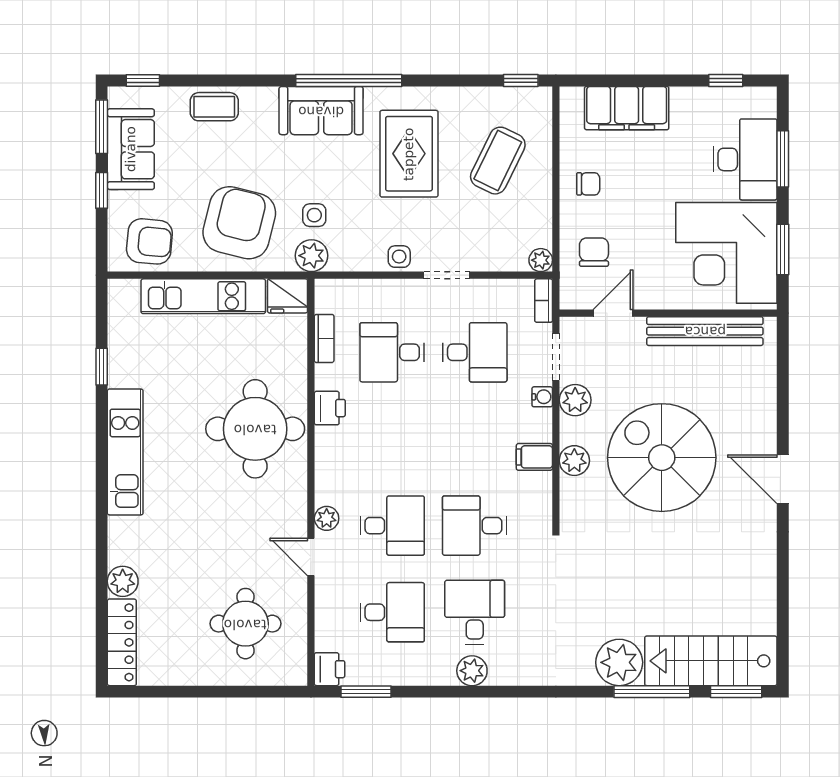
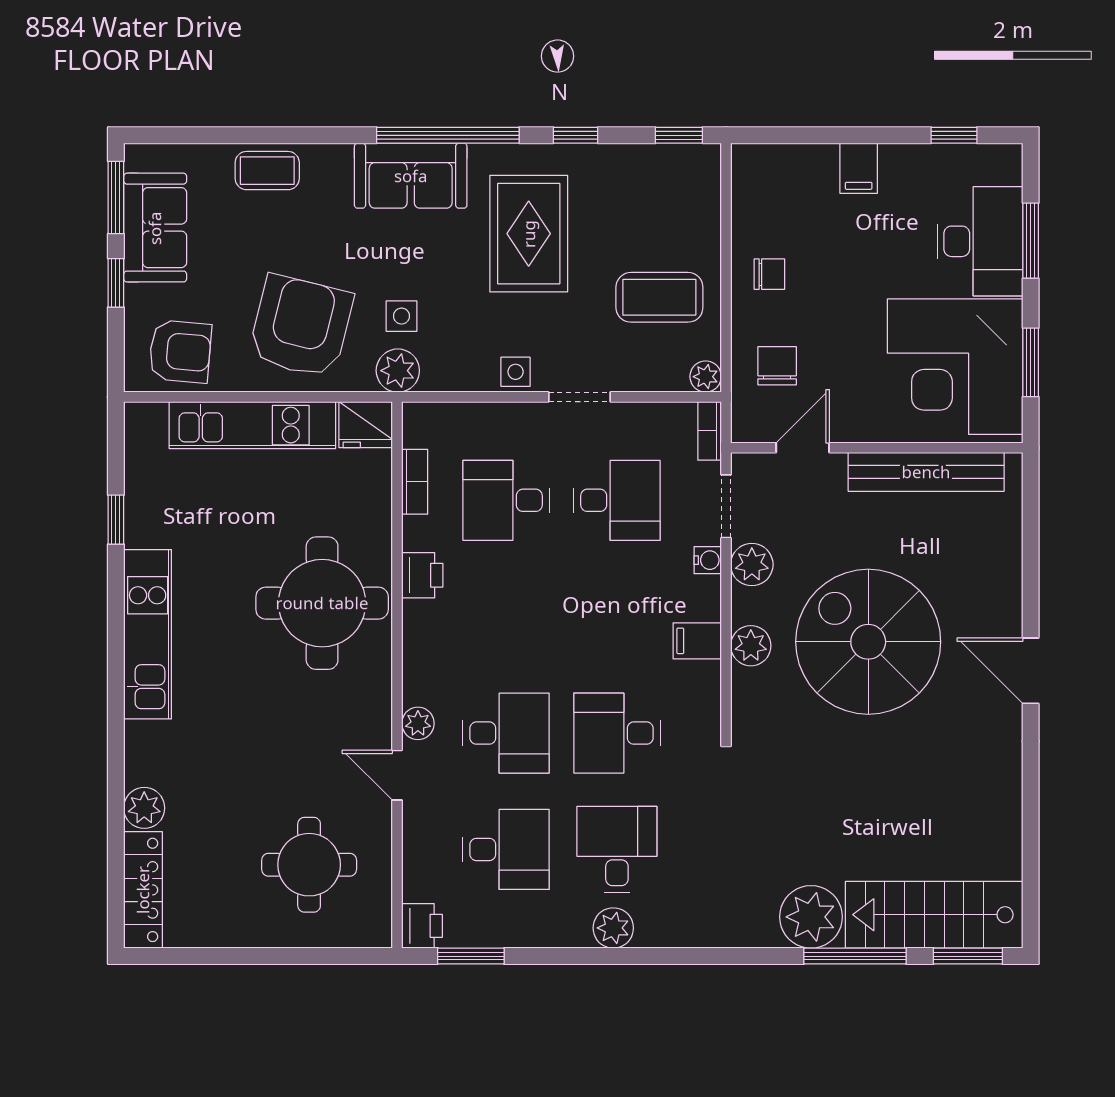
window: (143, 80) -> (575, 135), moved
filing cabinet: (627, 108) -> (859, 168), width x0.33, depth x0.86
coffee table: (498, 161) -> (659, 297), moved, turned 64

